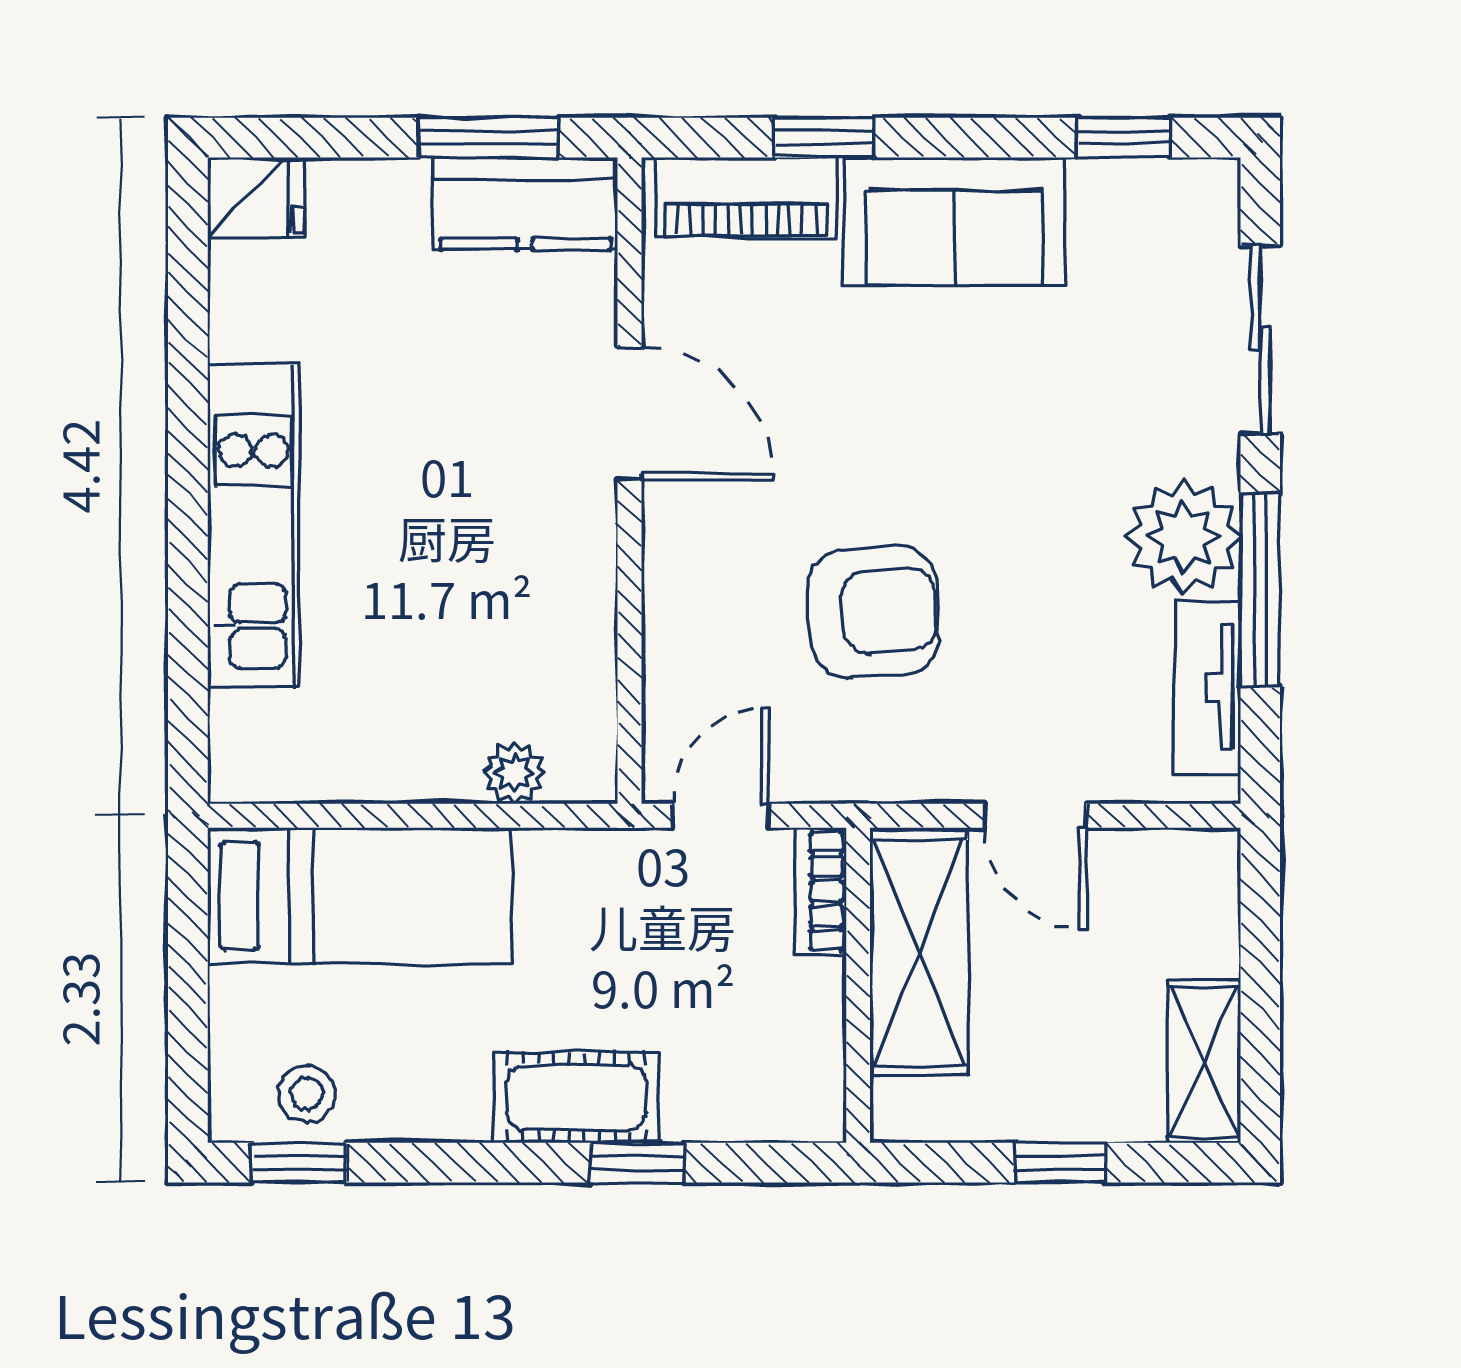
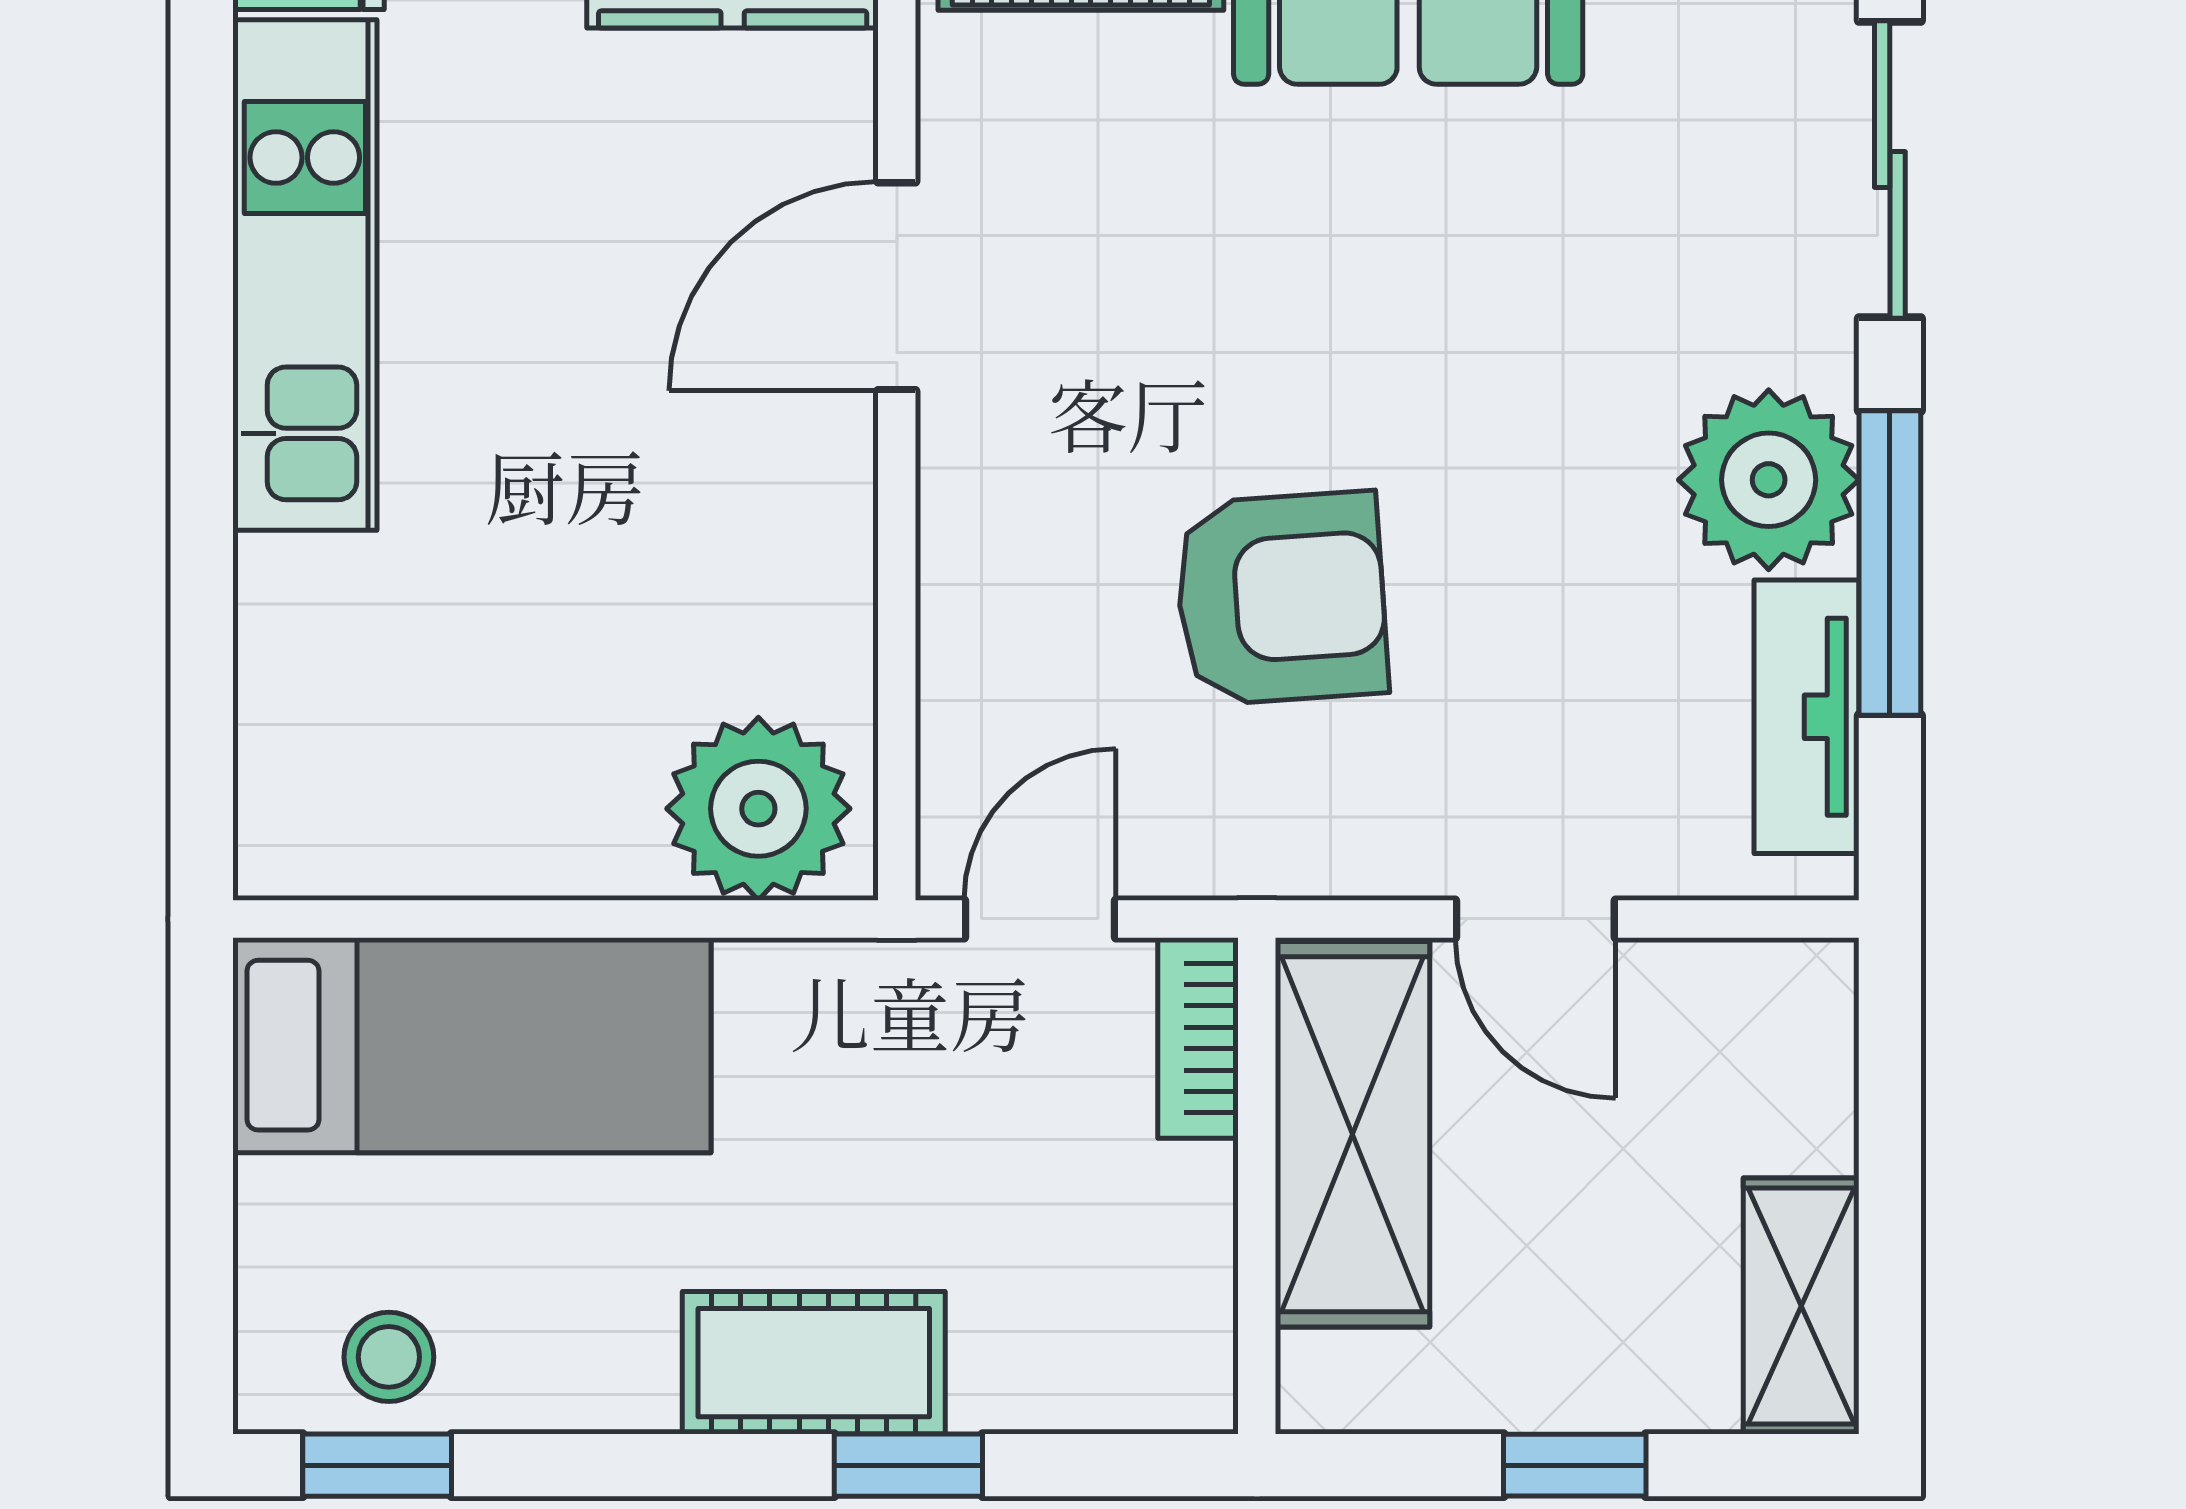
door: (629, 414) -> (897, 286), swing flipped
kitchen unit: (253, 525) -> (305, 275), moved
plant: (514, 773) -> (758, 809), width x1.87, depth x1.87

